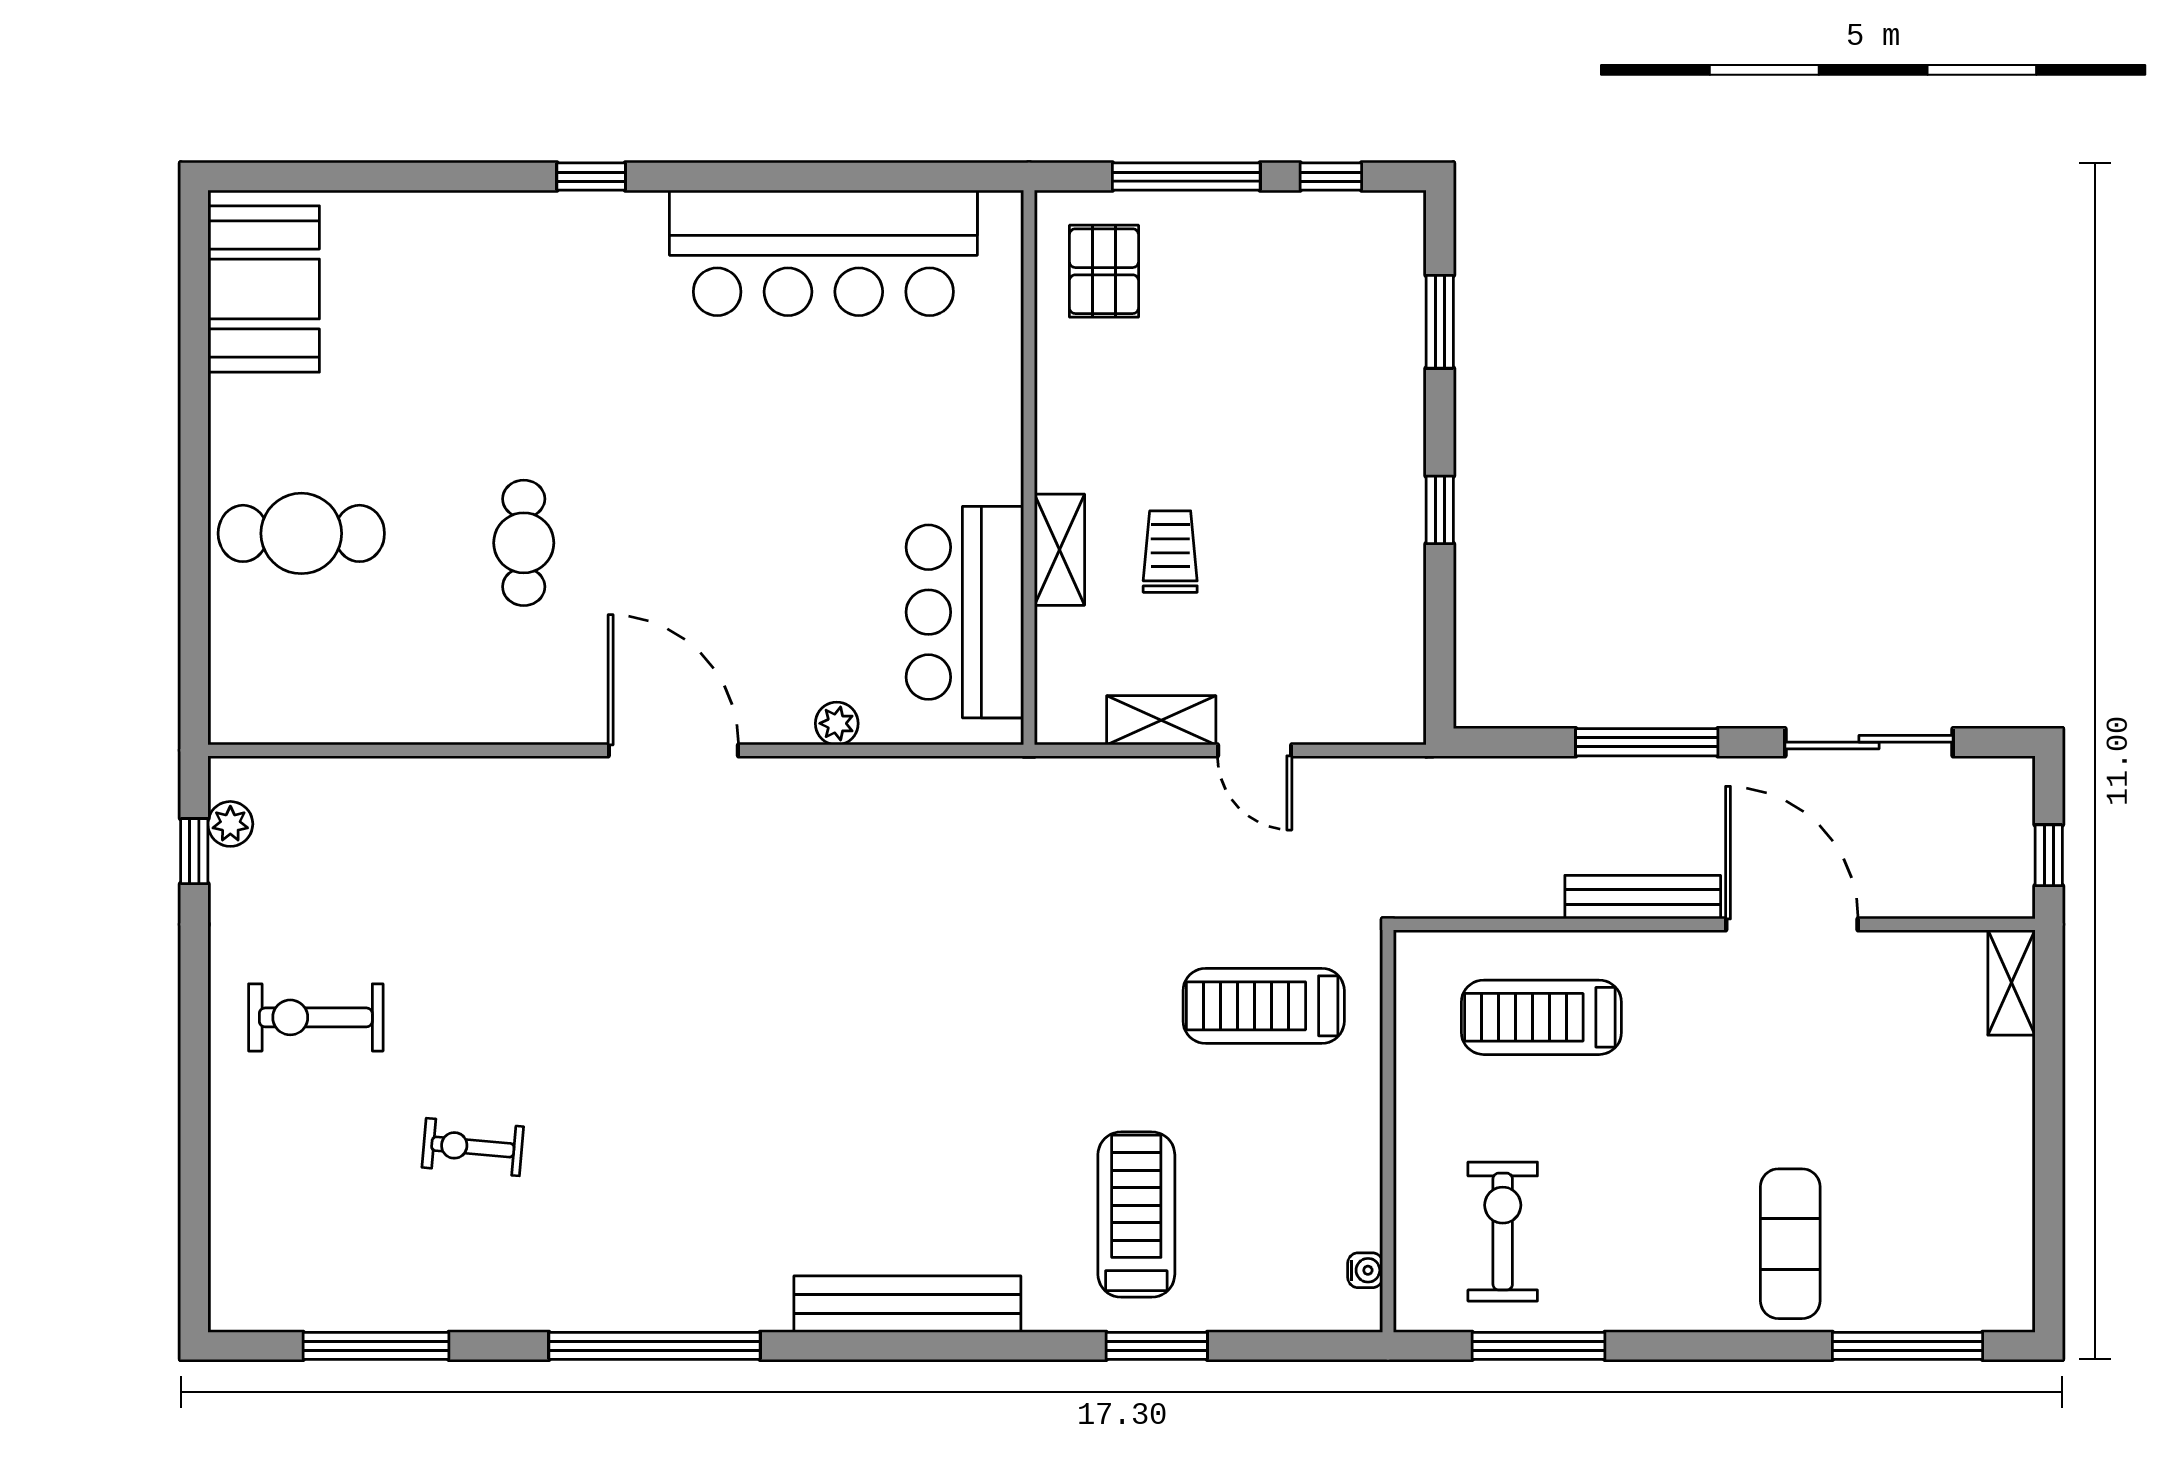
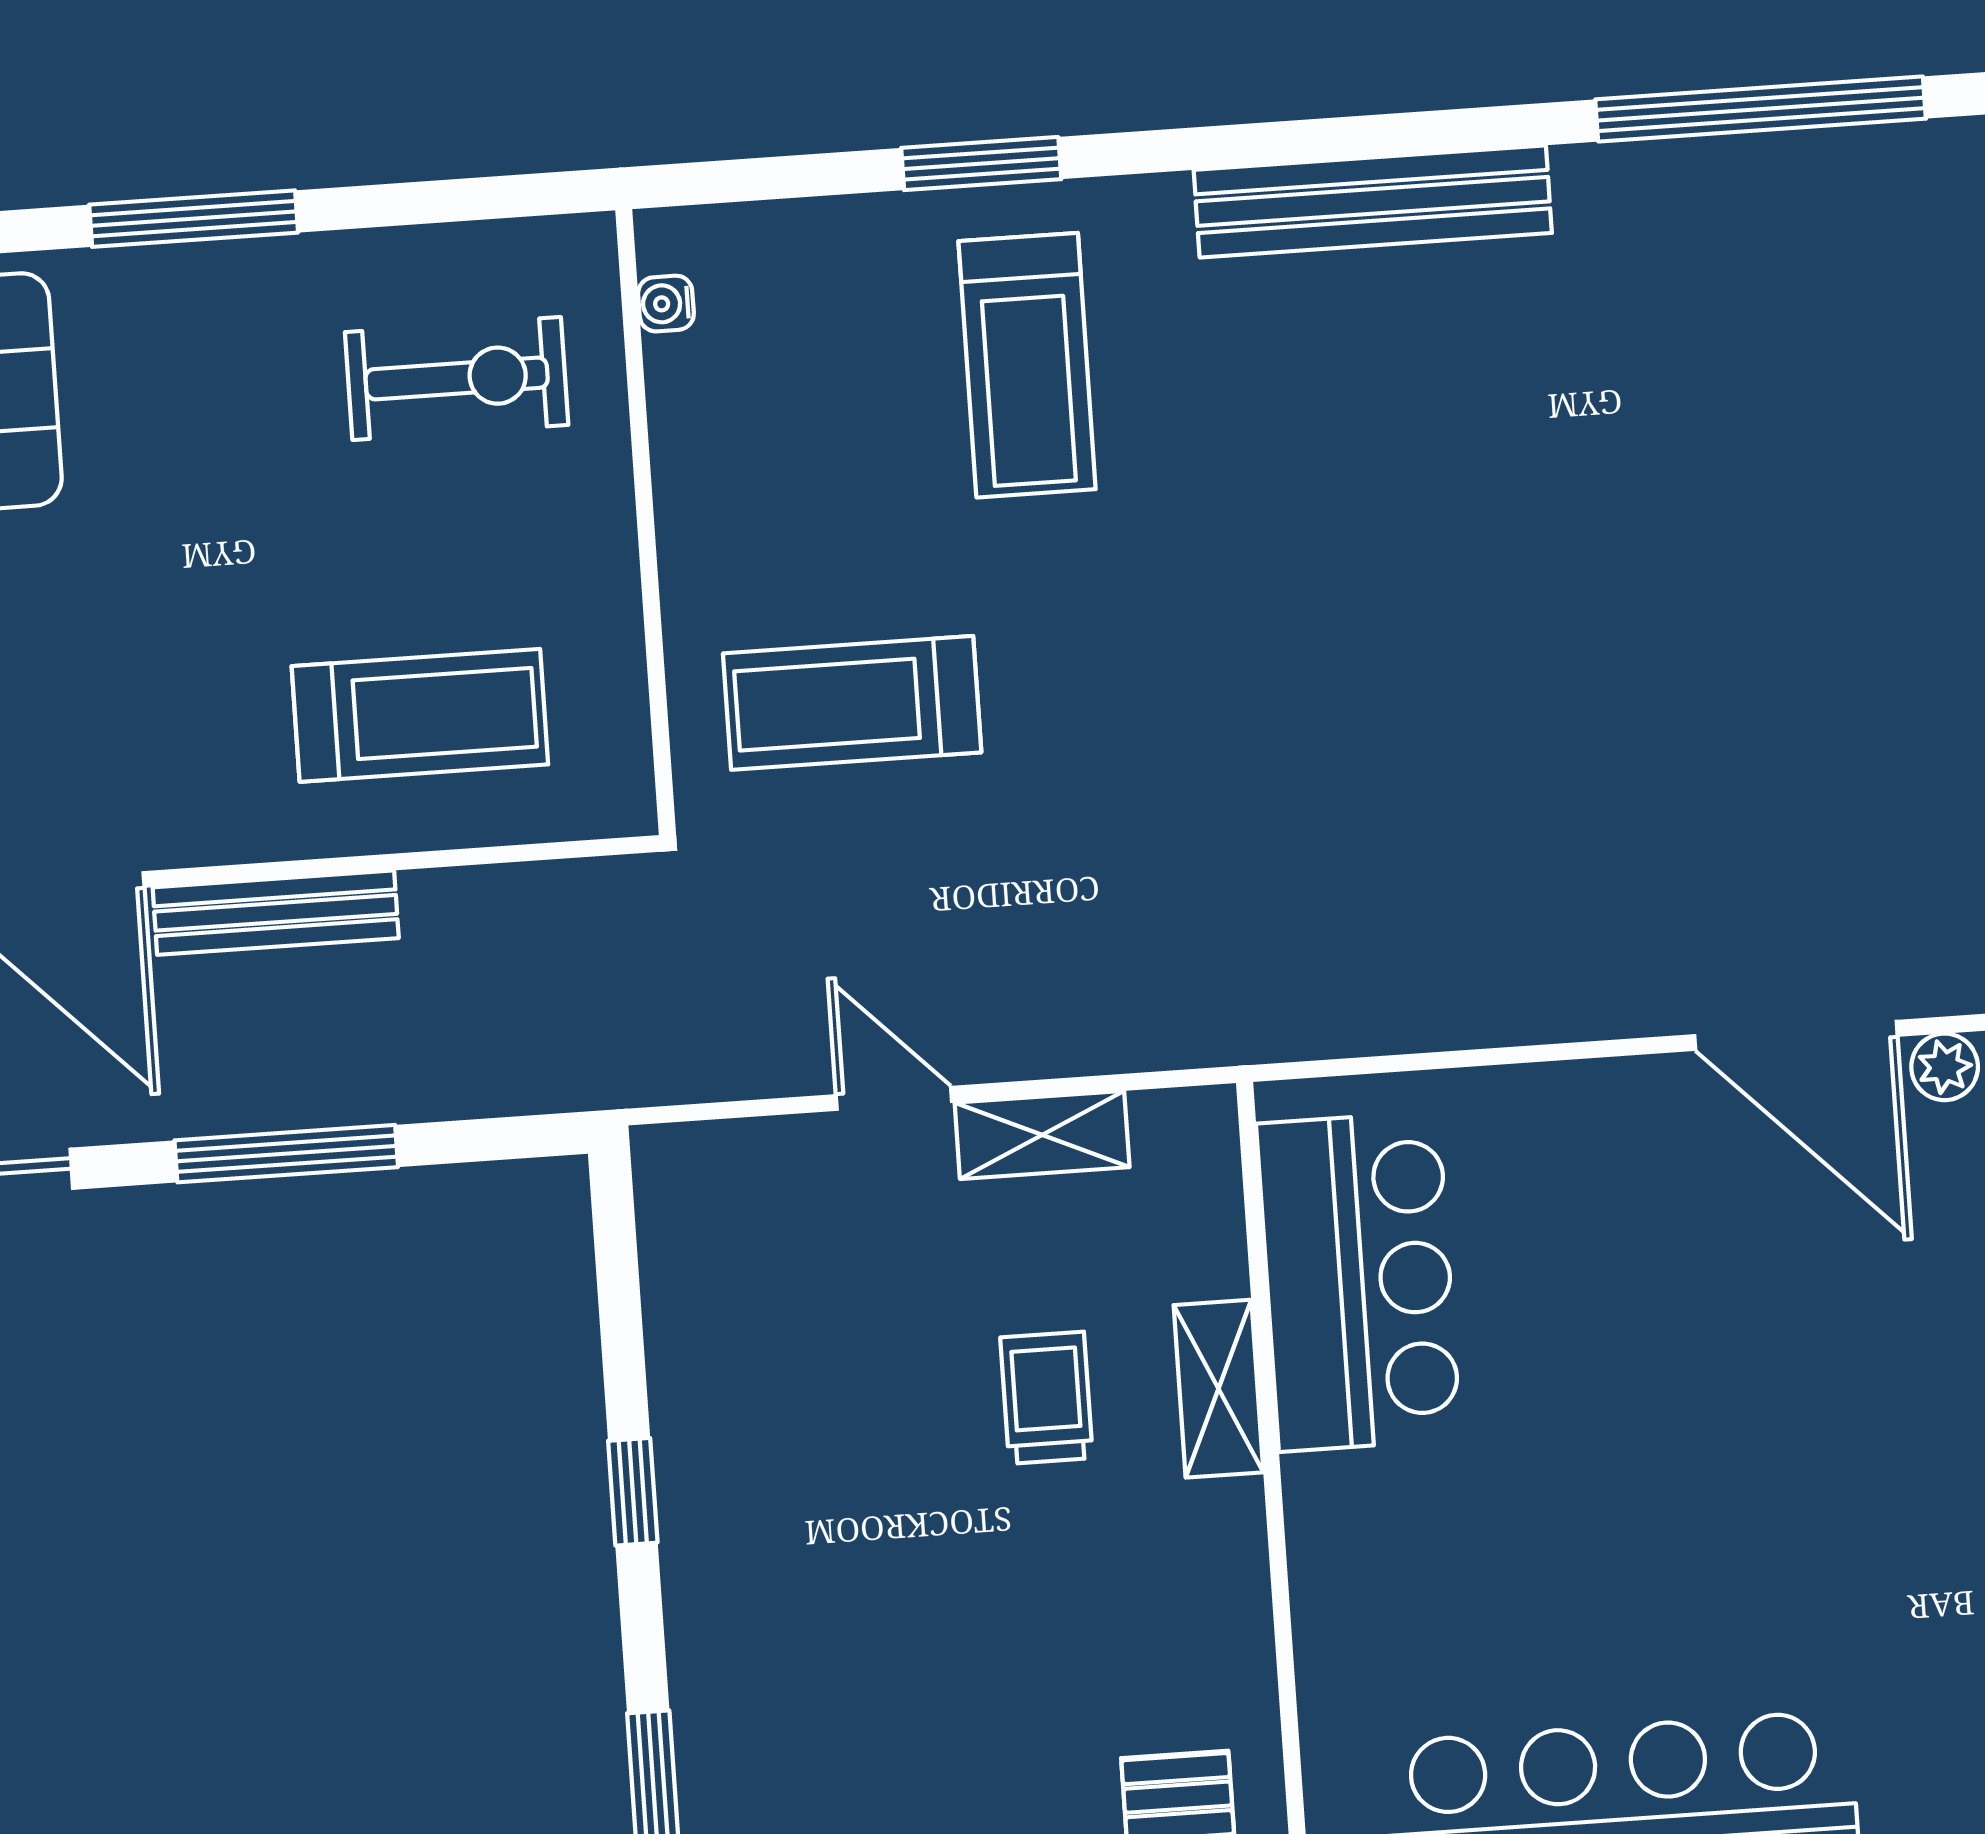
trolley: (1170, 552) -> (1047, 1398), turned 180
plant: (837, 723) -> (1945, 1067), moved
treadmill: (1264, 1006) -> (852, 703), turned 180
exercise bike: (1503, 1232) -> (457, 379), turned -90
window: (1539, 1346) -> (194, 219), moved

